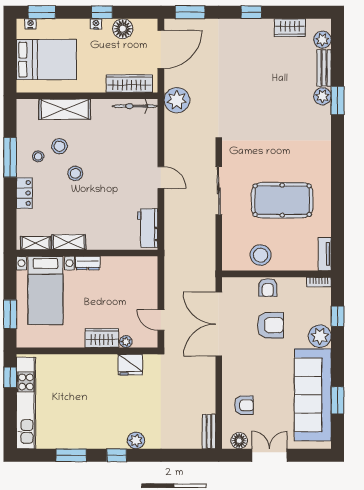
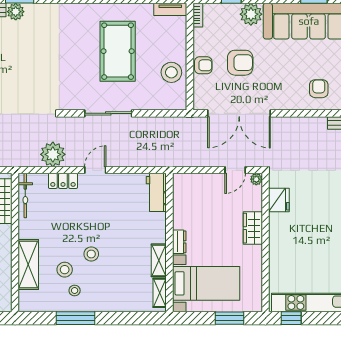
plant: (177, 100) -> (53, 154), moved
locker: (24, 193) -> (63, 181), moved, turned 180
workbench: (148, 228) -> (156, 192), moved, turned 90
armchair: (270, 325) -> (240, 63), turned 90
plant: (126, 342) -> (256, 179), moved

